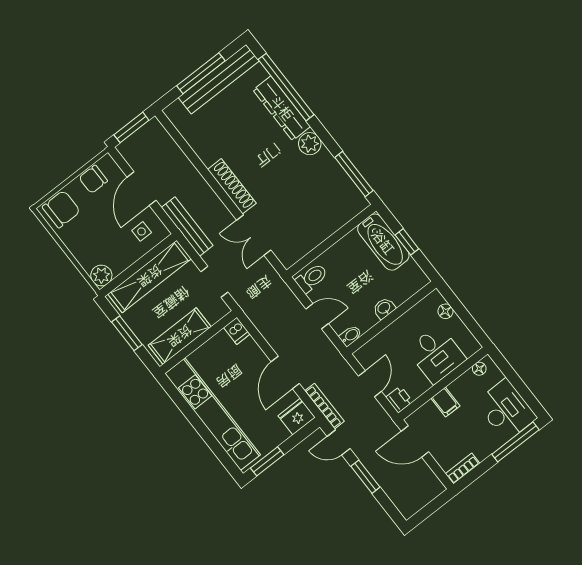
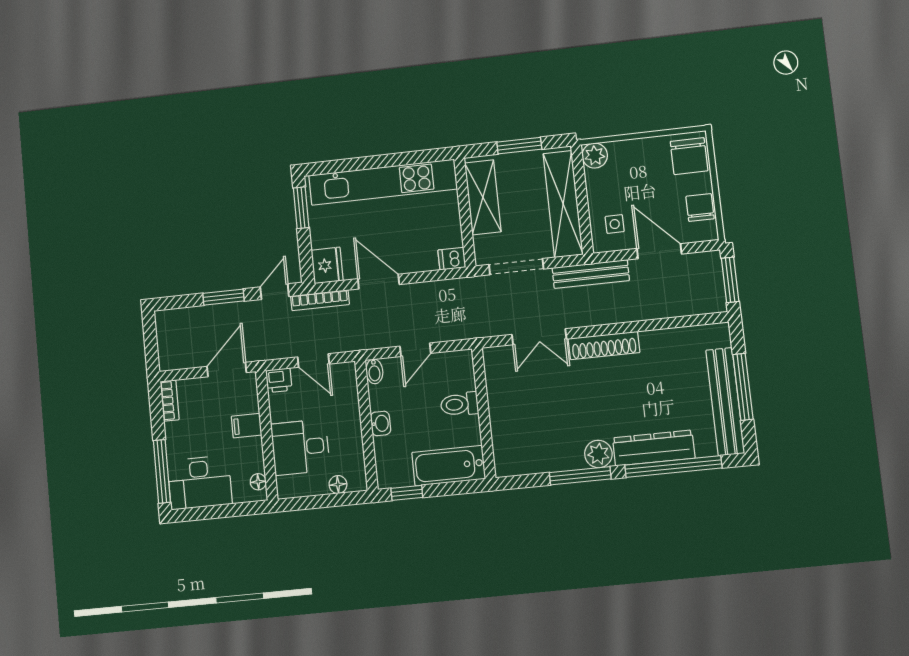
window: (354, 174) -> (580, 476), moved
double door: (254, 235) -> (539, 337), swing flipped
window: (407, 242) -> (407, 493), moved
toilet: (312, 278) -> (459, 404), moved, turned 90
doorway: (214, 282) -> (516, 267), width x1.38

